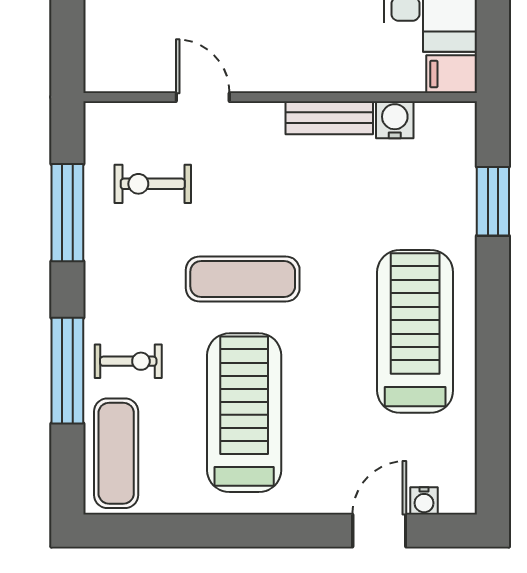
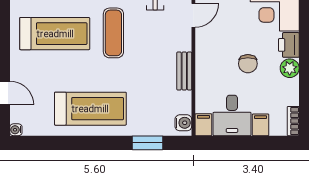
water cooler: (395, 120) -> (183, 123), moved
water cooler: (424, 501) -> (16, 130), moved

